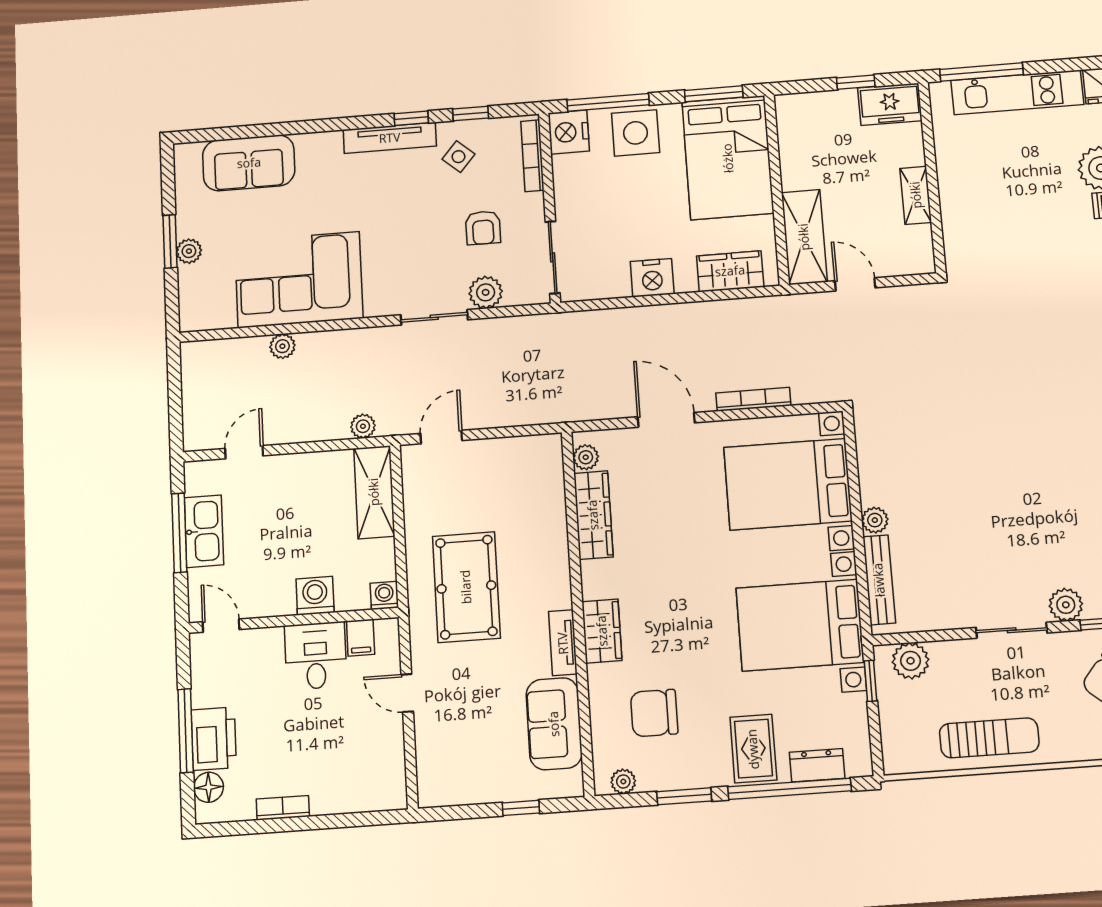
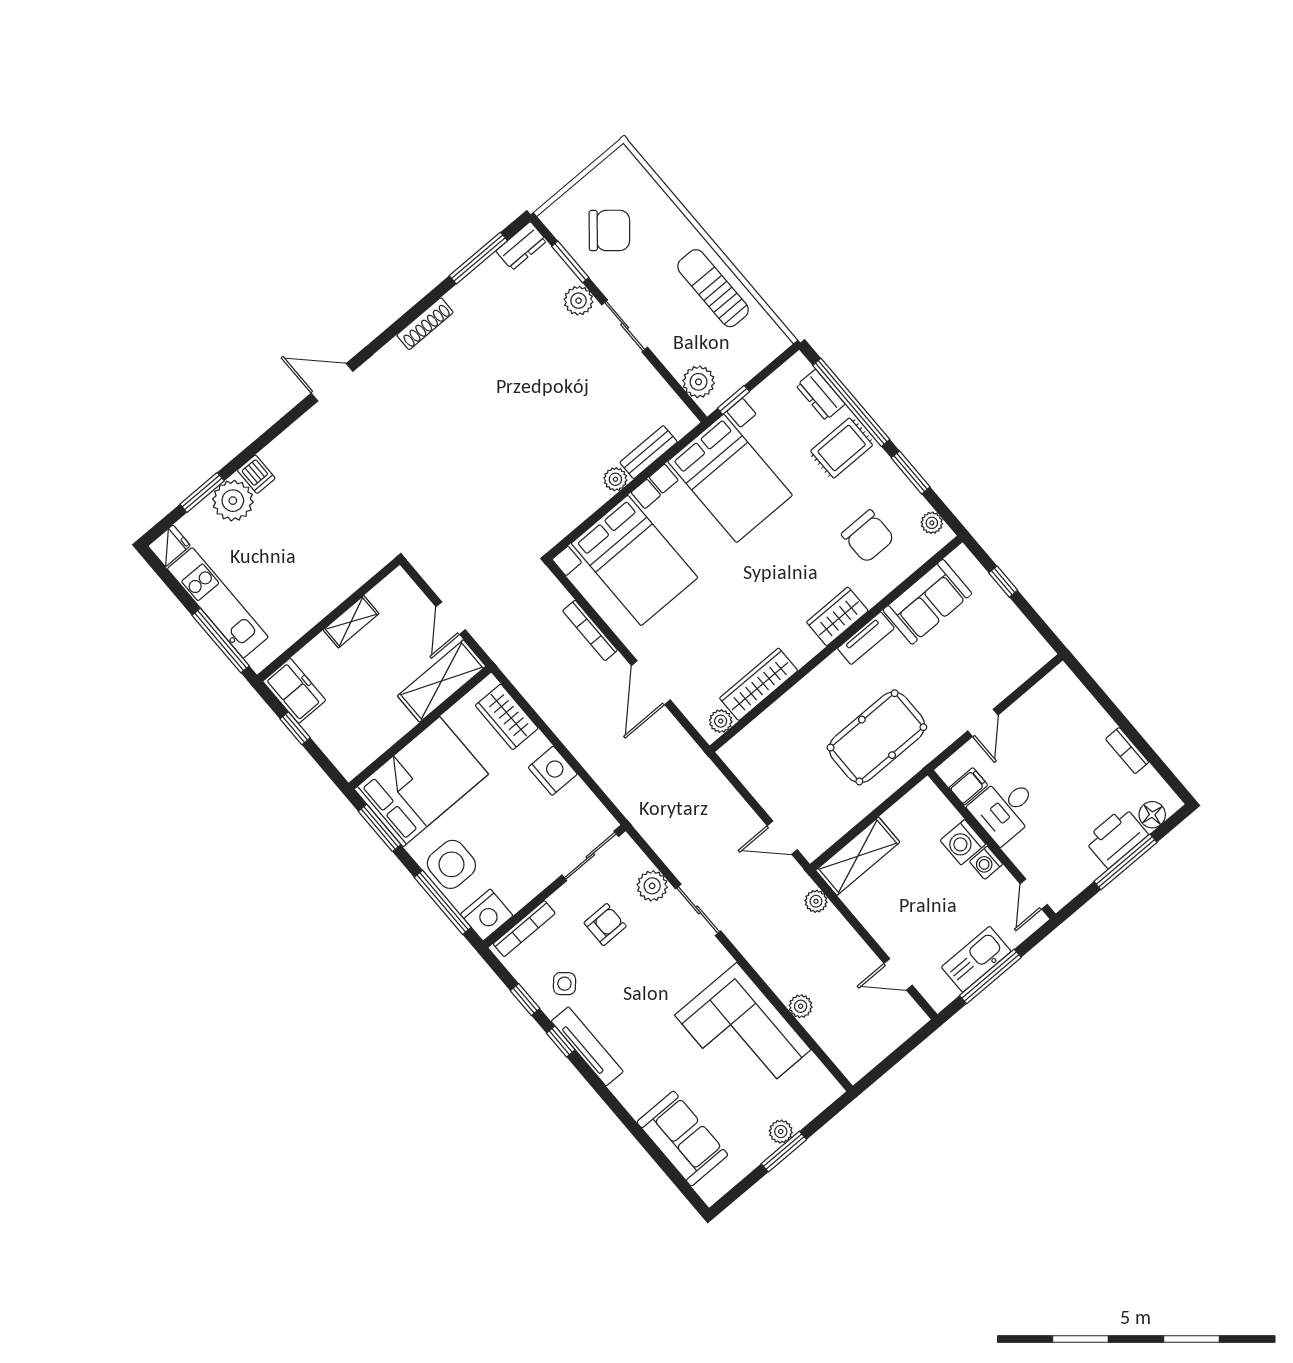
bench: (879, 580) -> (648, 452), width x0.73
washing machine: (384, 595) -> (986, 863), moved

